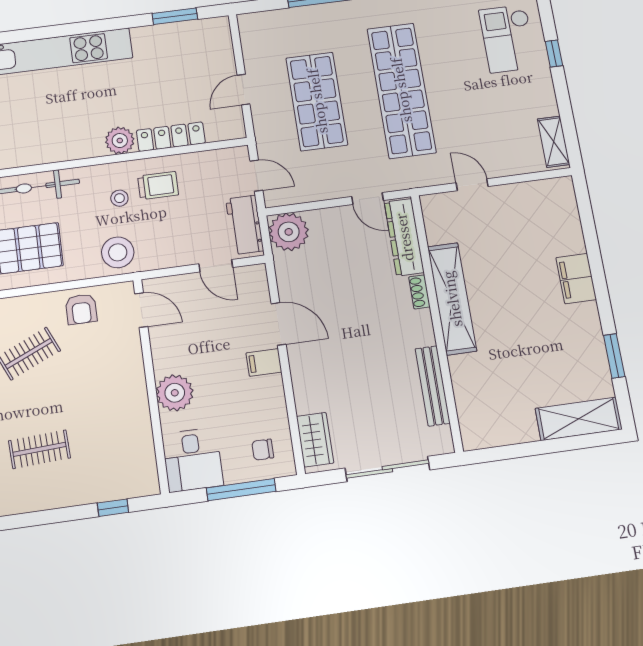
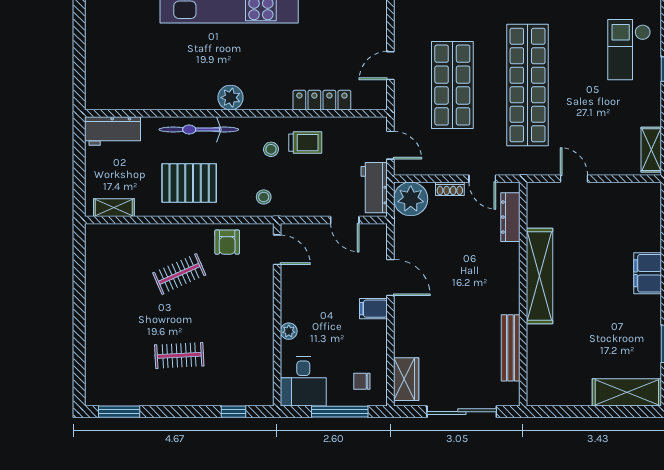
plant: (120, 141) -> (231, 98), moved
dresser: (404, 237) -> (510, 217), width x0.73, depth x0.80
stool: (118, 252) -> (264, 197), width x0.53, depth x0.53
shoe rack: (419, 292) -> (450, 189), moved, turned -90
plant: (175, 393) -> (289, 331), width x0.53, depth x0.53

